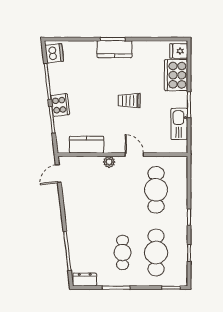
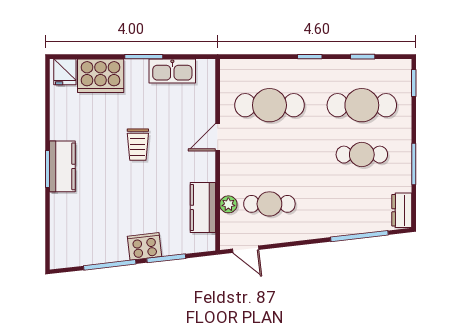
dishwasher: (54, 53) -> (68, 255), removed
plant: (109, 162) -> (228, 204), moved
cafe table: (89, 190) -> (269, 204), added

